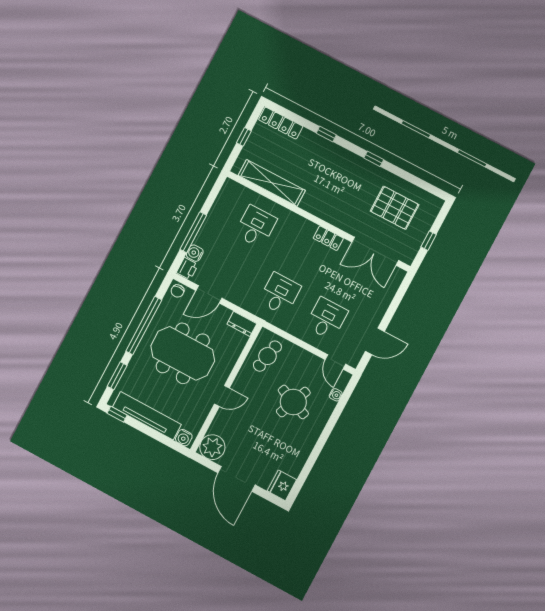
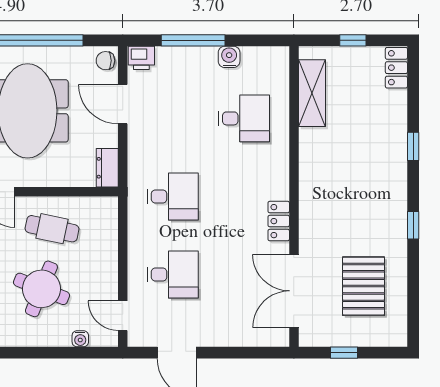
locker: (281, 123) -> (396, 68), width x0.66
shelving: (272, 183) -> (312, 93), width x0.68
water cooler: (195, 253) -> (229, 57), moved
cafe table: (267, 356) -> (52, 229), moved
door: (335, 362) -> (123, 316), hinge flipped

